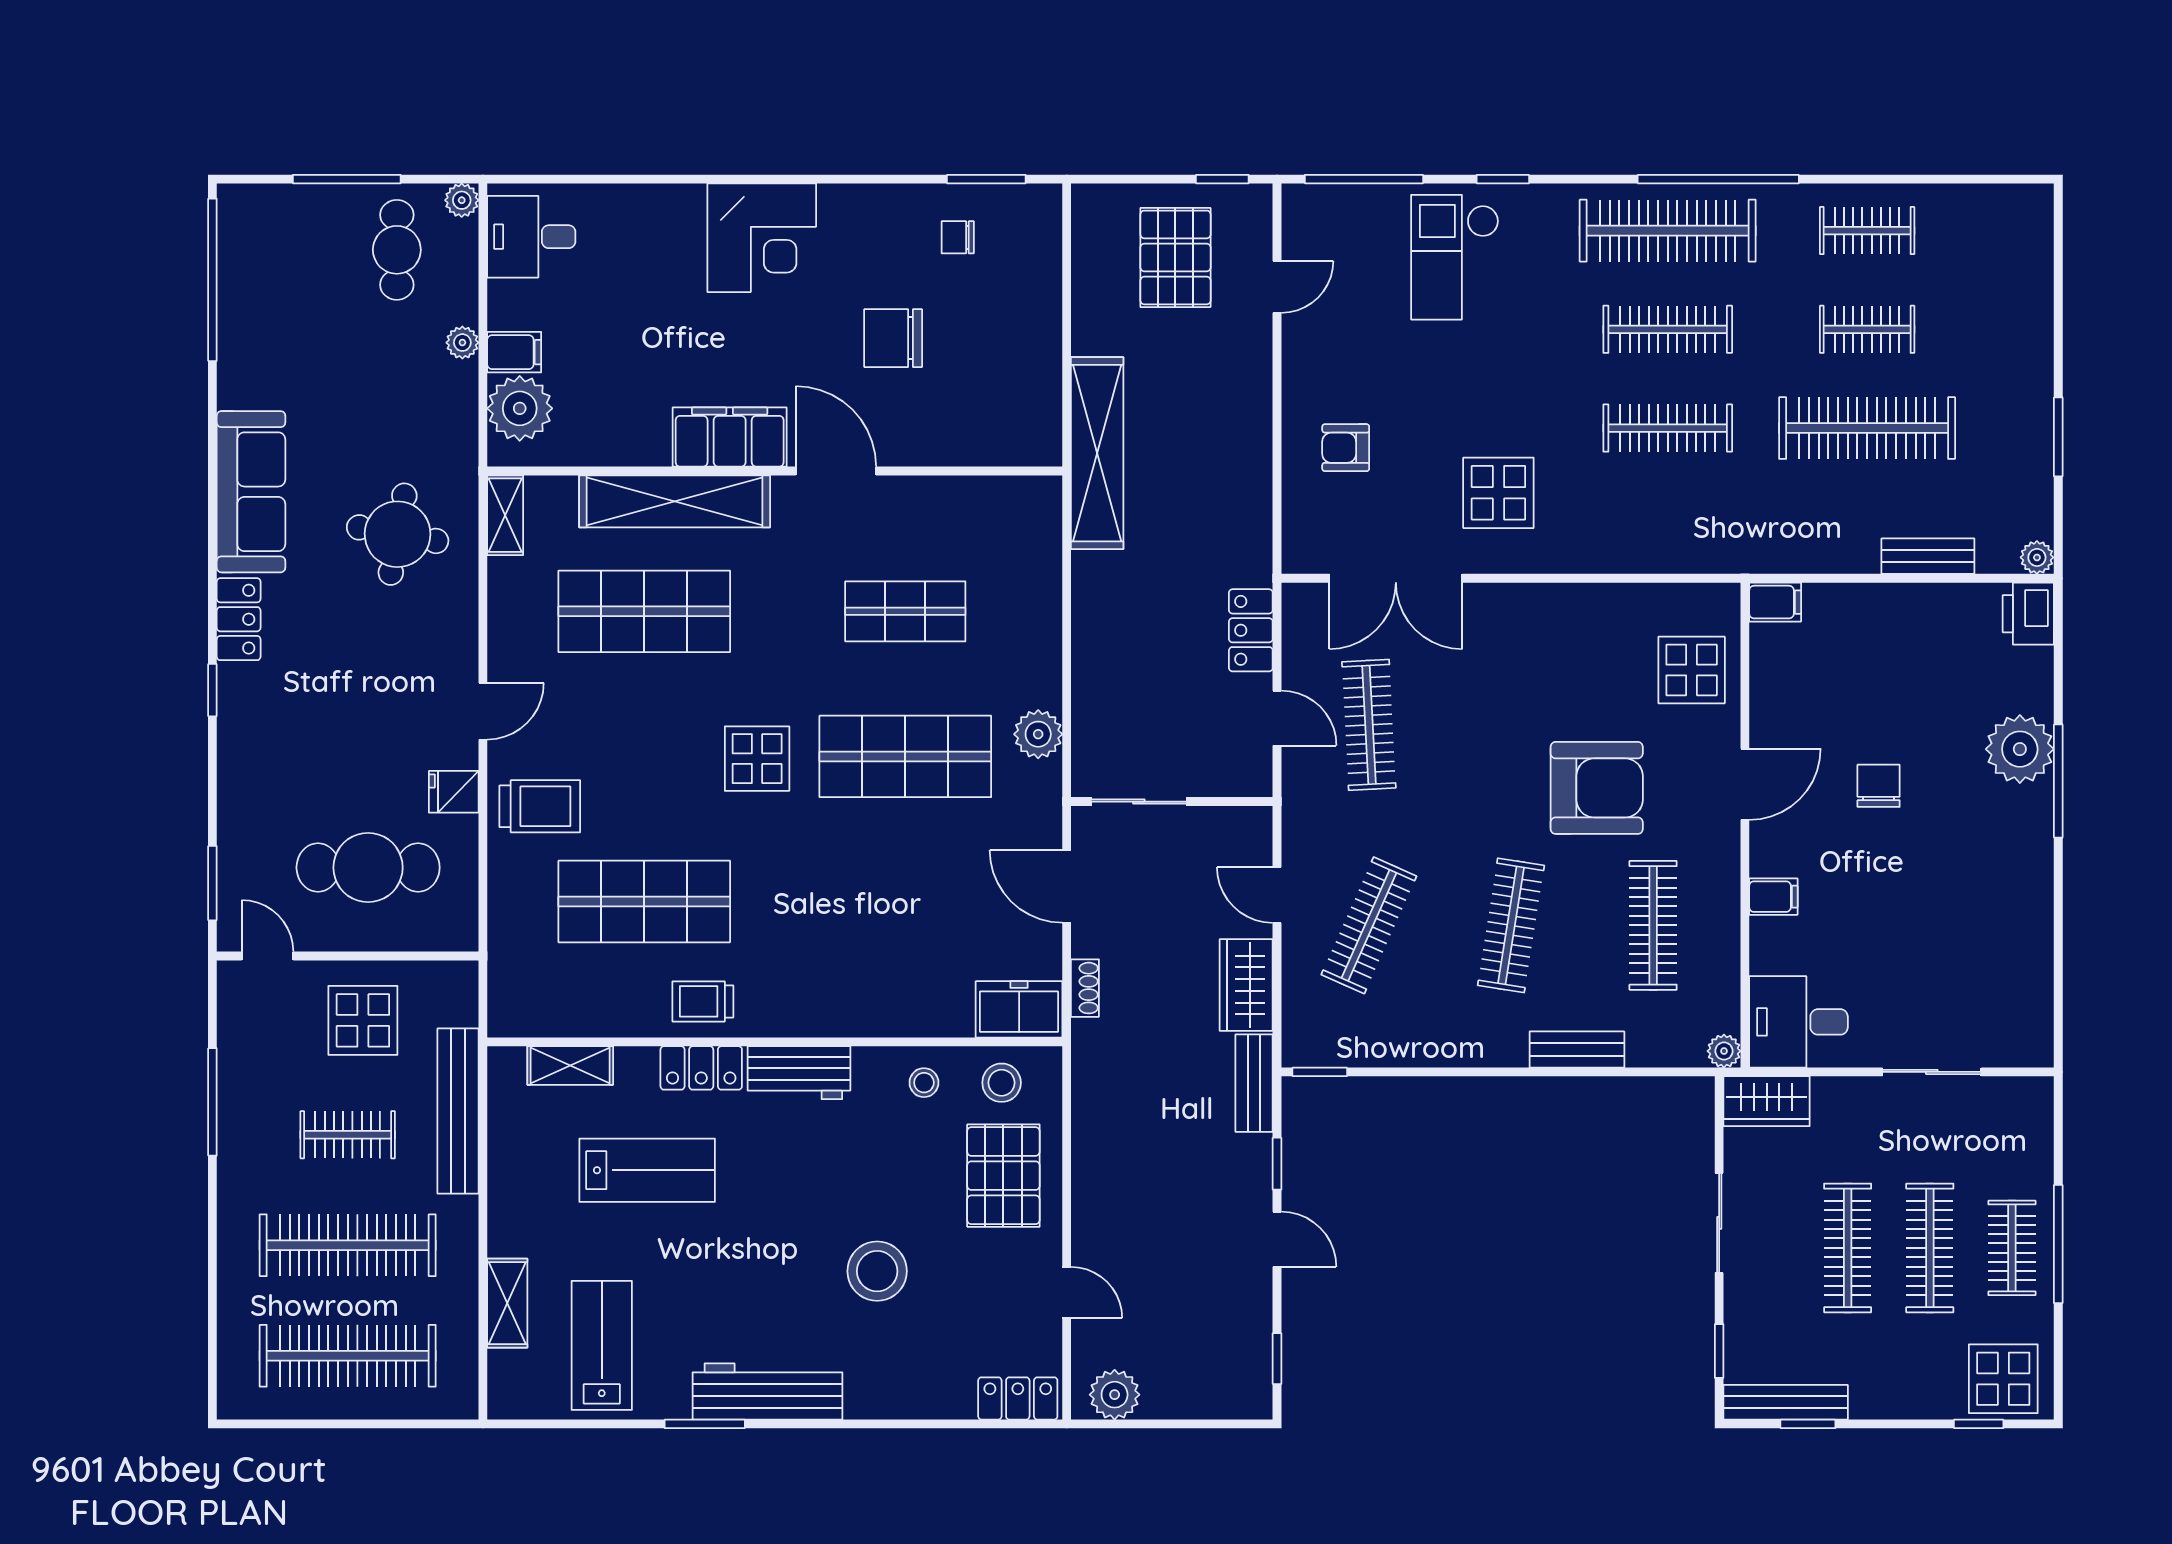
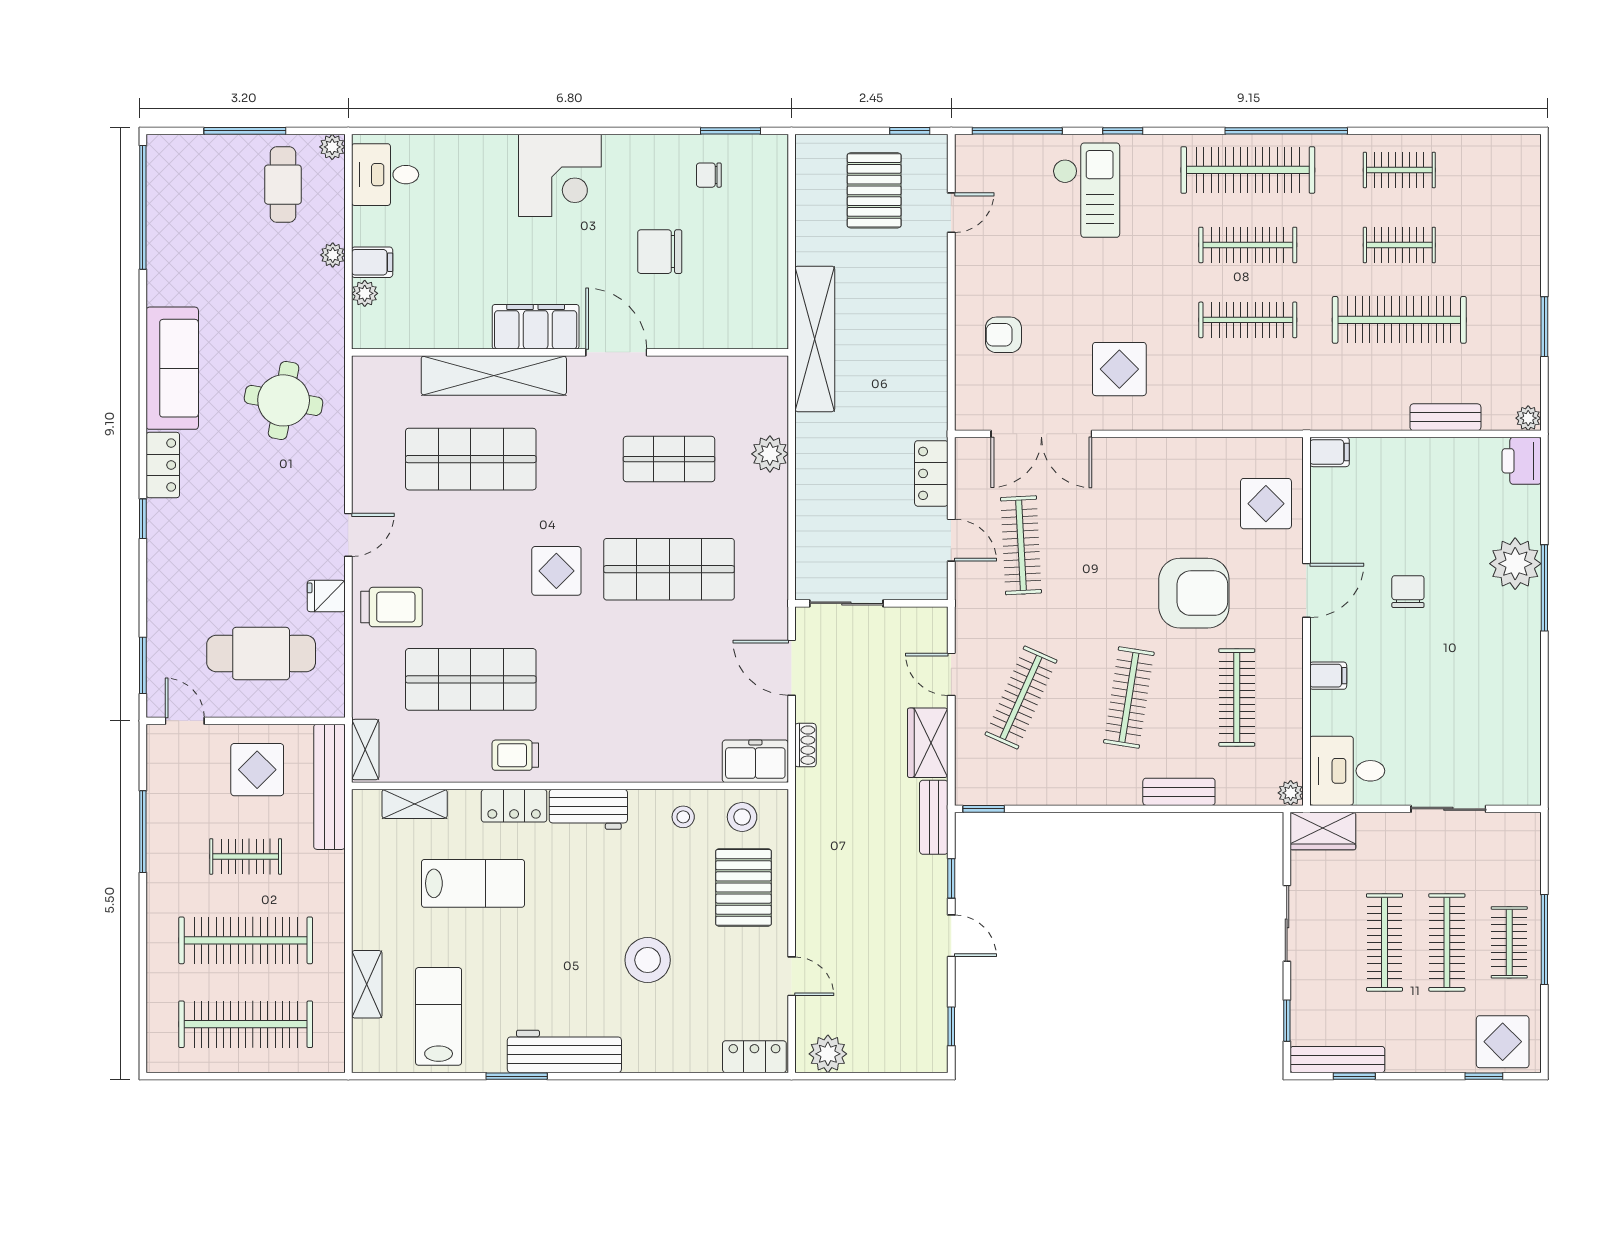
checkout: (1455, 257) -> (1086, 190), turned 180
plant: (520, 408) -> (365, 293), width x0.53, depth x0.53
shelving: (505, 515) -> (365, 750), moved
plant: (1038, 734) -> (770, 454), moved
bench: (458, 1111) -> (329, 787), moved

